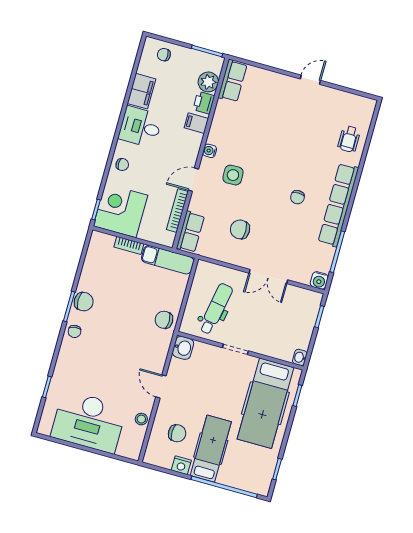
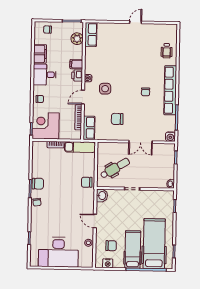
printer: (204, 103) -> (77, 75), moved
dental chair: (216, 309) -> (115, 168), turned 49
hospital bed: (265, 403) -> (154, 244), moved, turned 180
nightstand: (181, 465) -> (108, 263), moved

